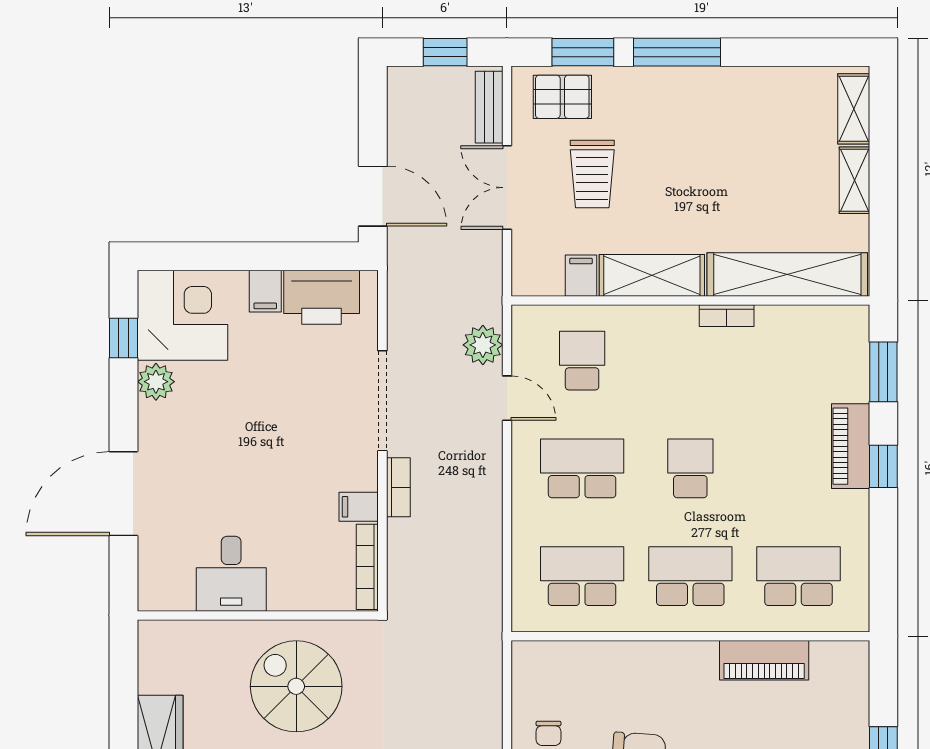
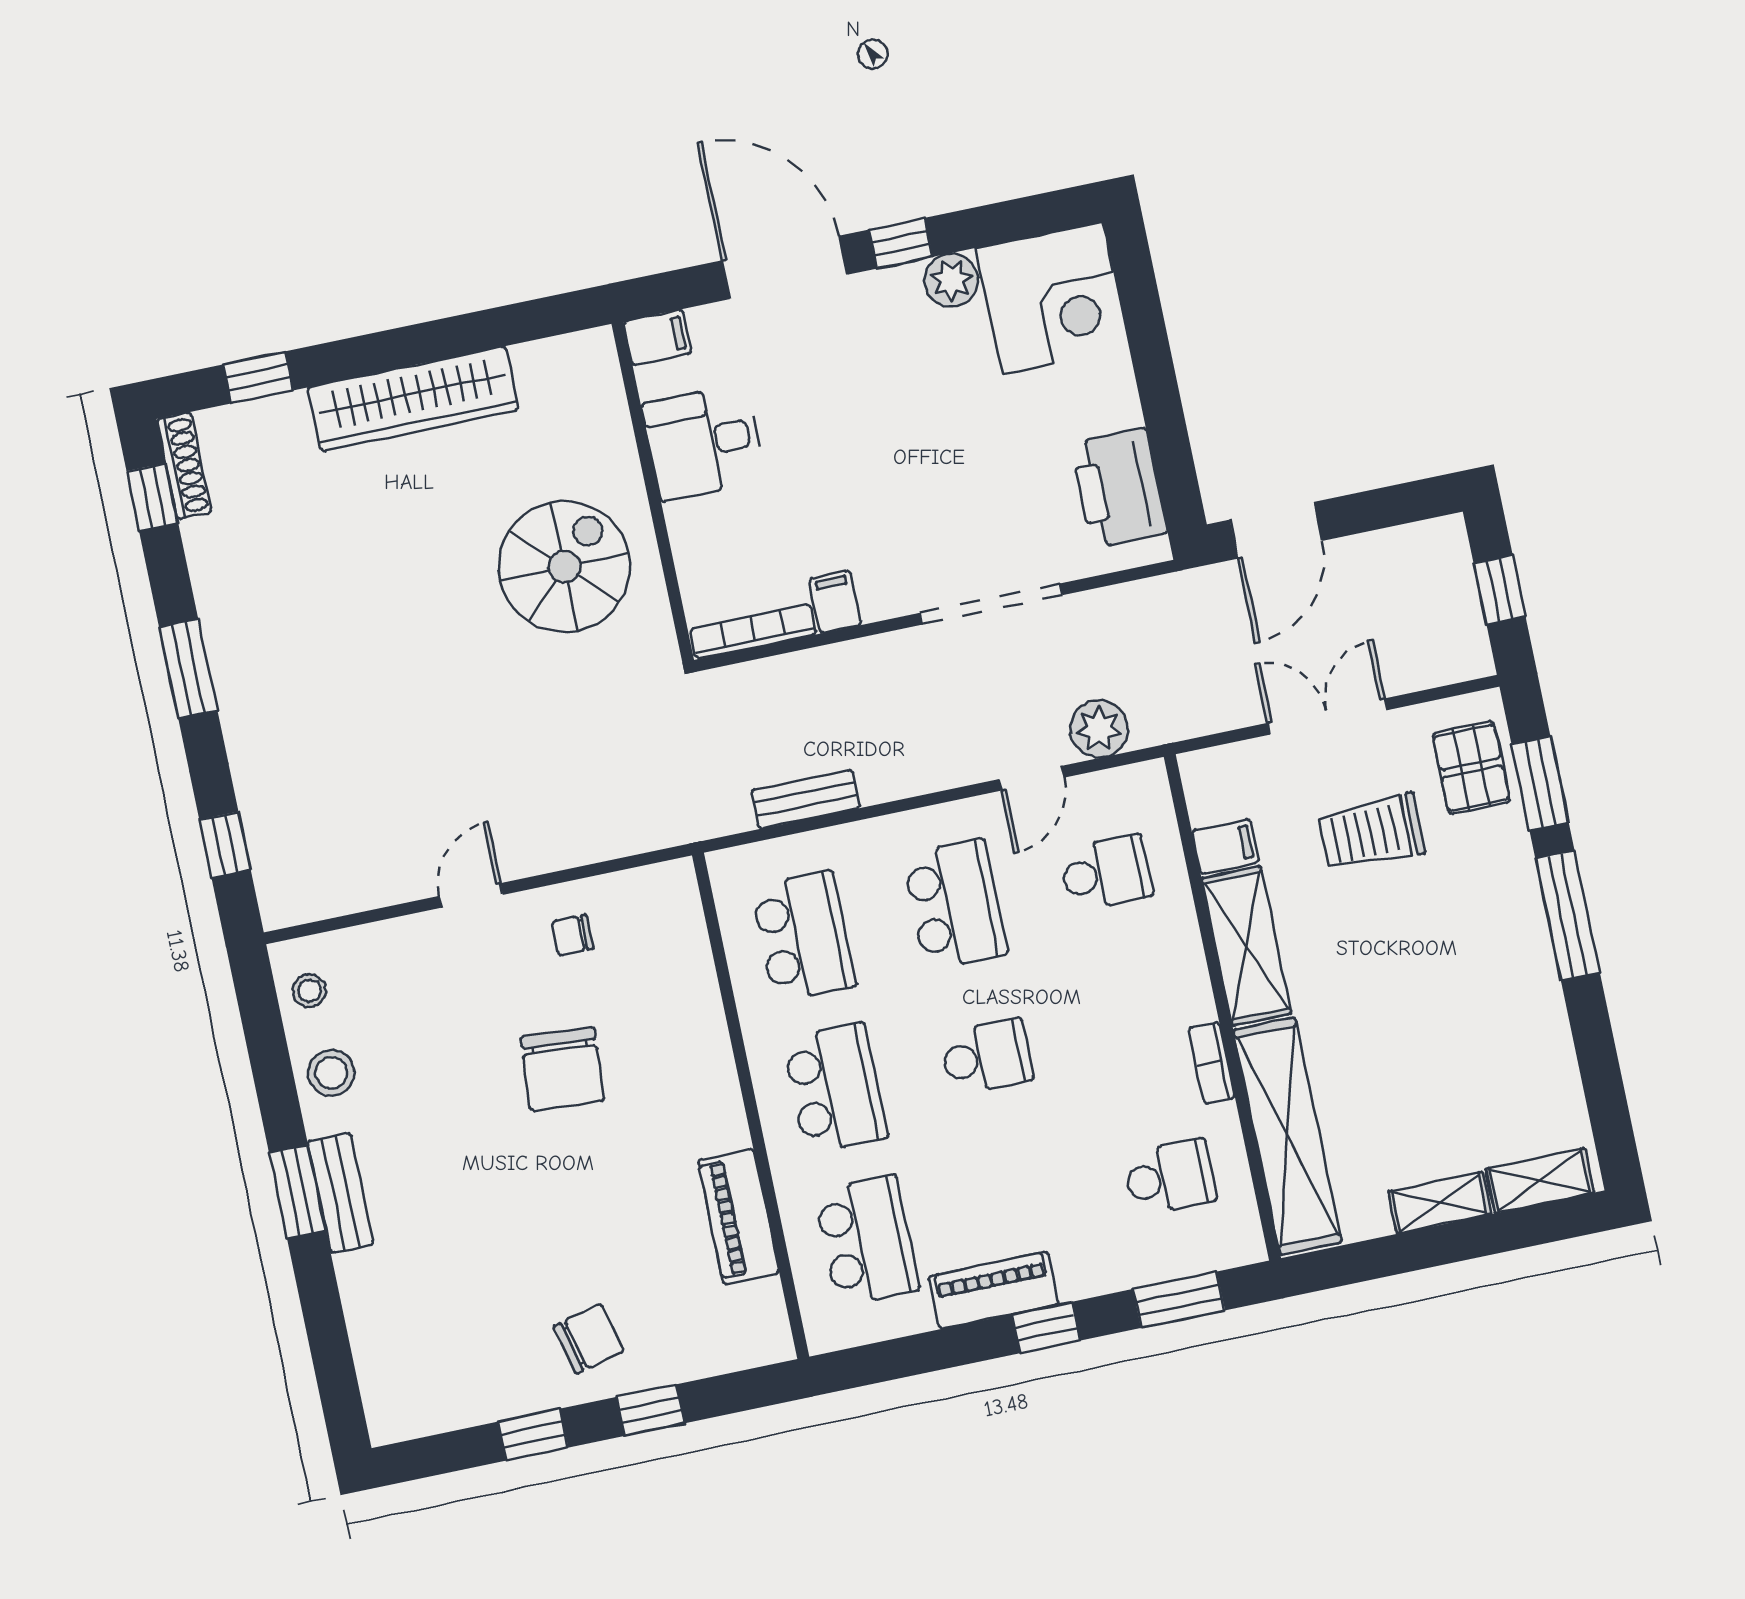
bench: (489, 107) -> (806, 799), moved
filing cabinet: (265, 291) -> (657, 337), moved, turned 180
window: (124, 338) -> (901, 243), moved
school desk: (799, 361) -> (1170, 1177), added
piano: (851, 446) -> (994, 1290), moved
bookcase: (398, 487) -> (874, 652), removed

